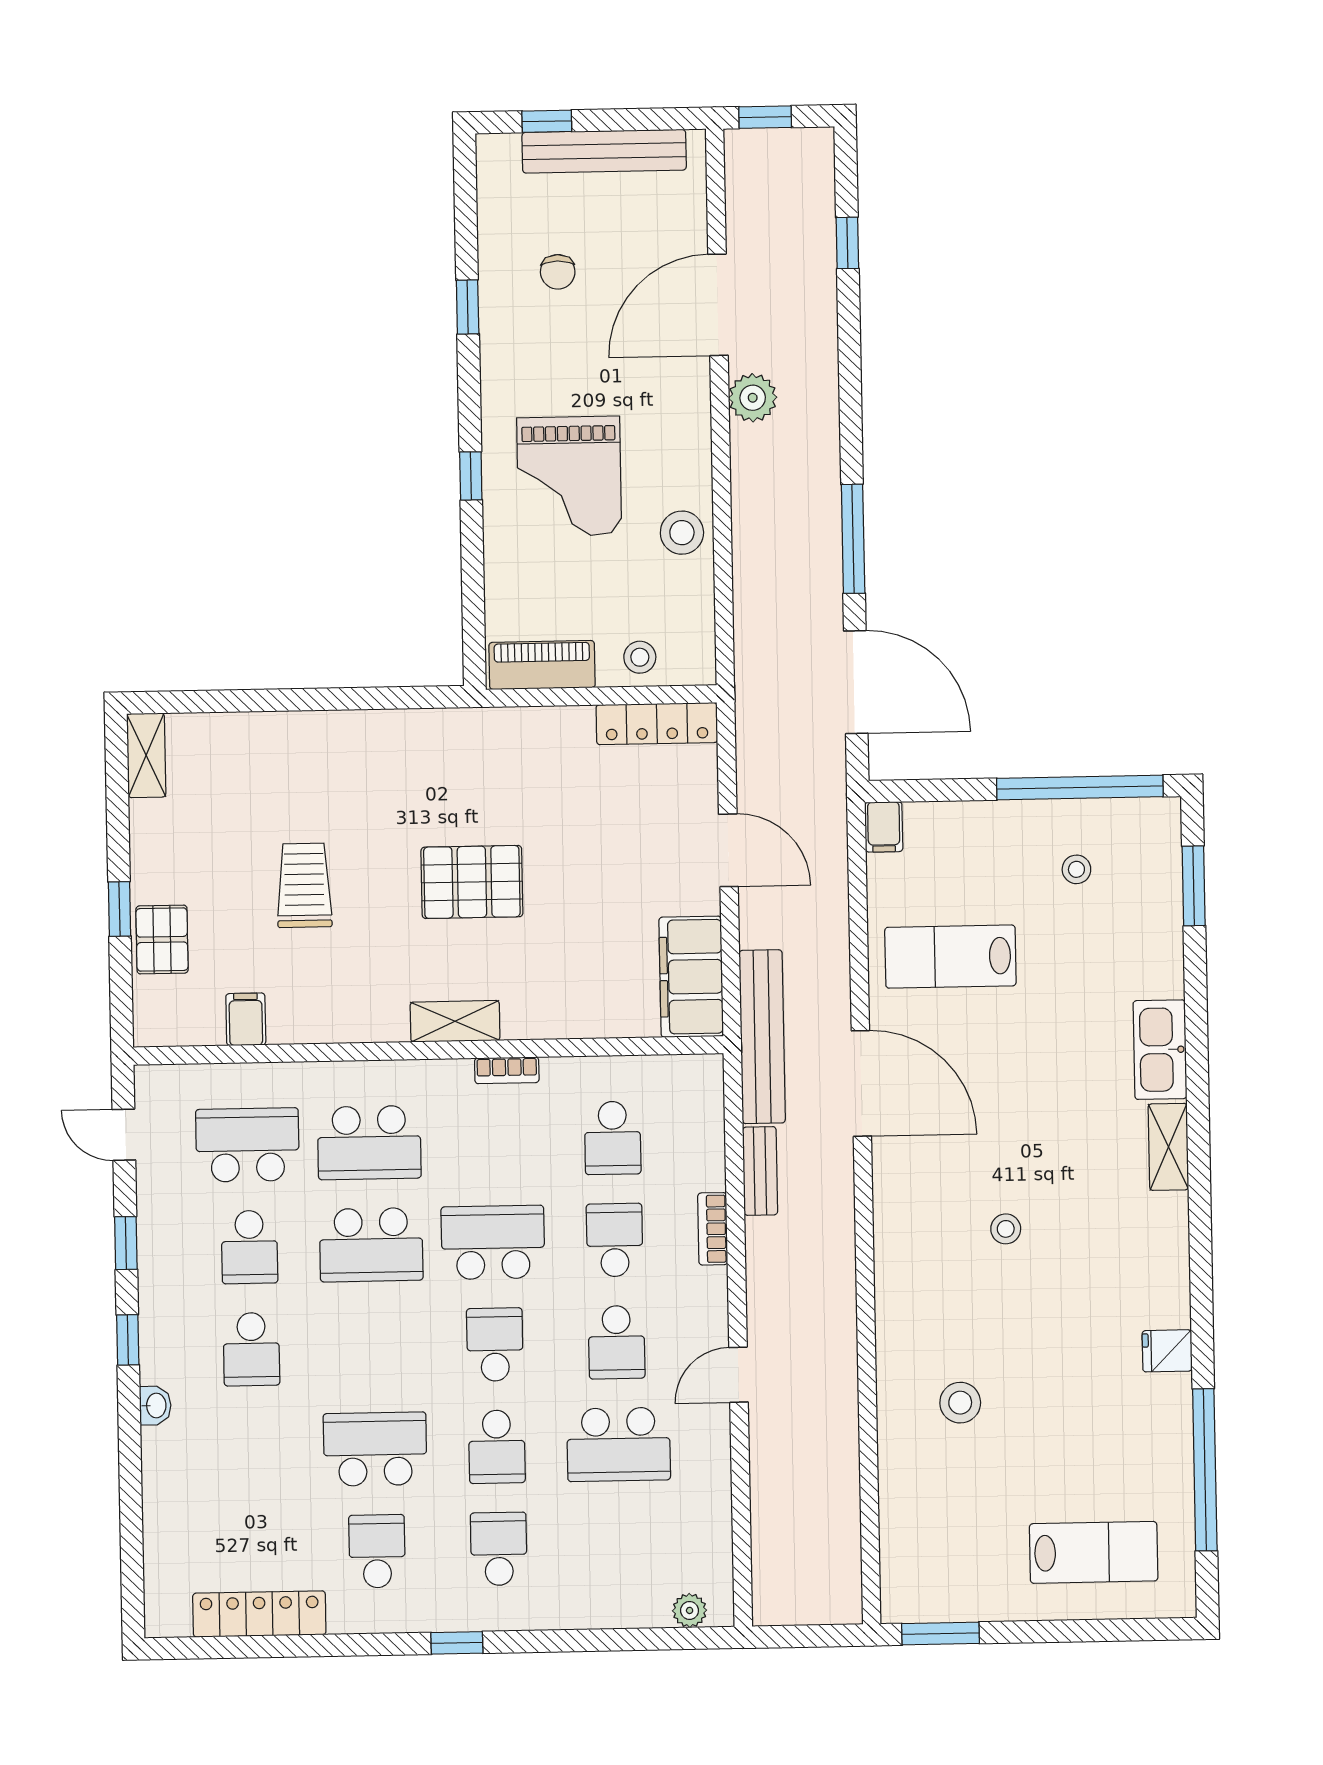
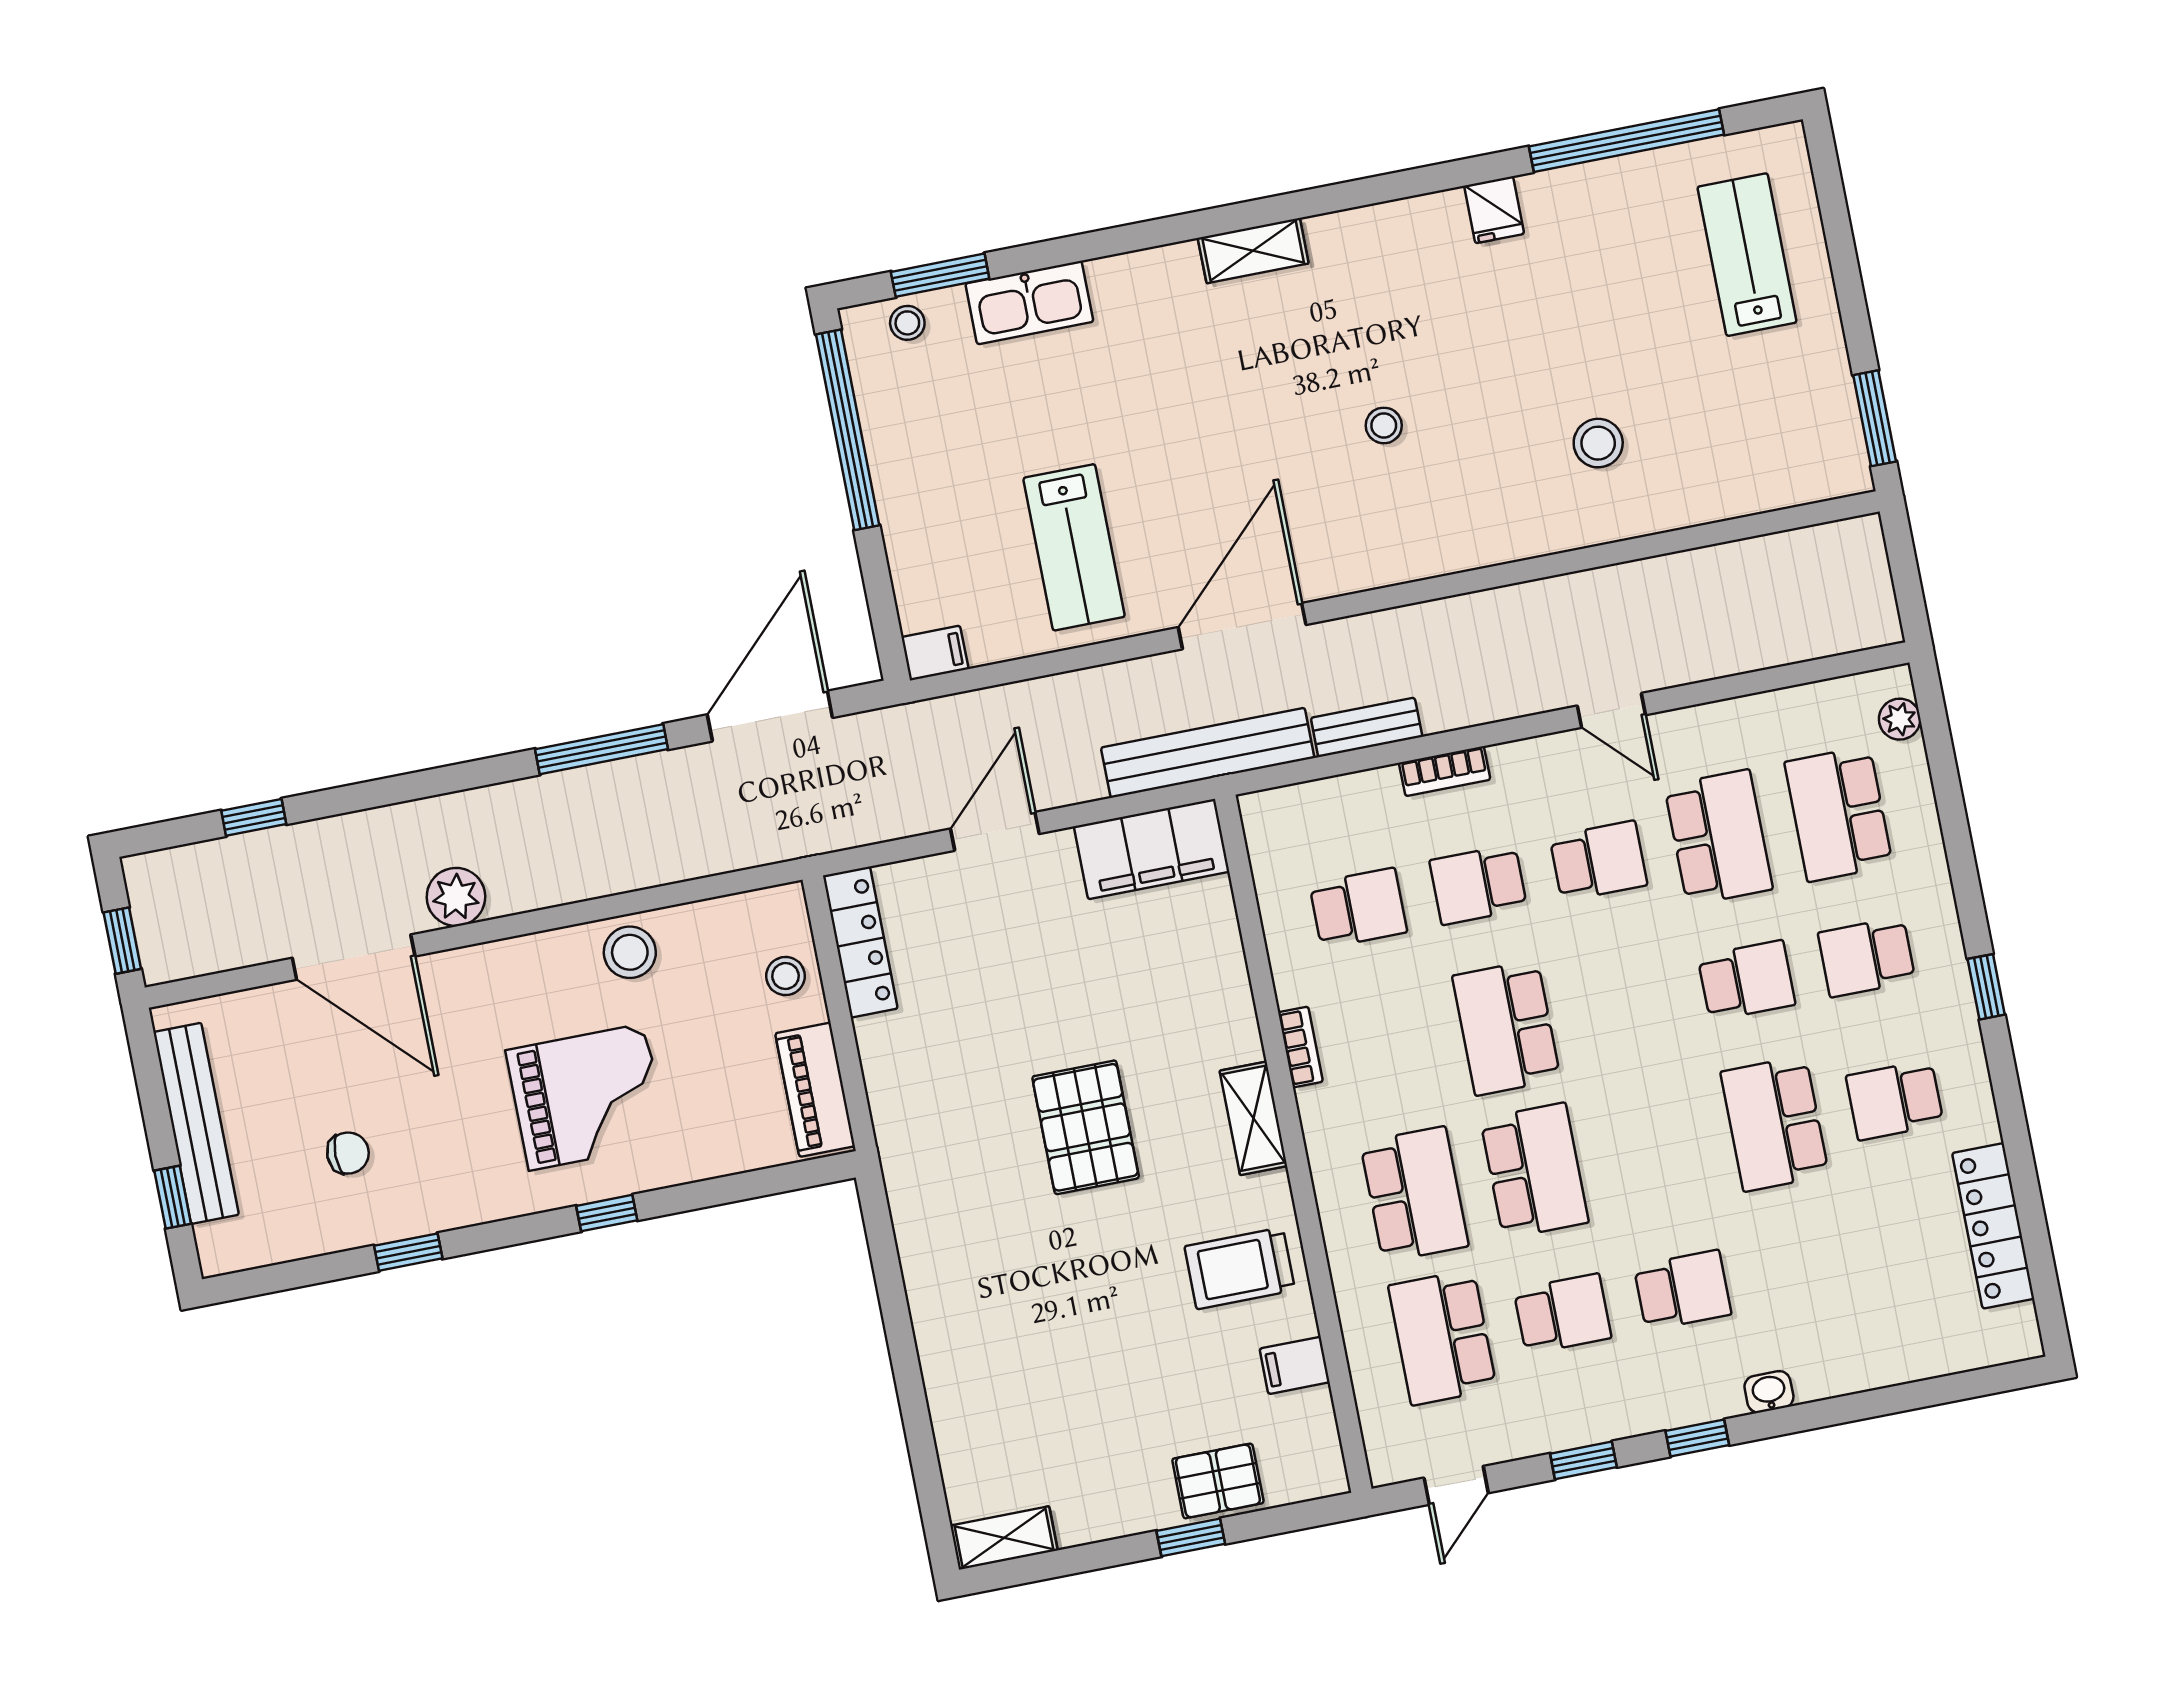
stool: (1076, 869) -> (907, 323), moved
trolley: (304, 885) -> (1240, 1268), moved
kitchen sink: (1160, 1050) -> (1029, 303), moved
school desk: (495, 1345) -> (1839, 814), moved, width x1.85

